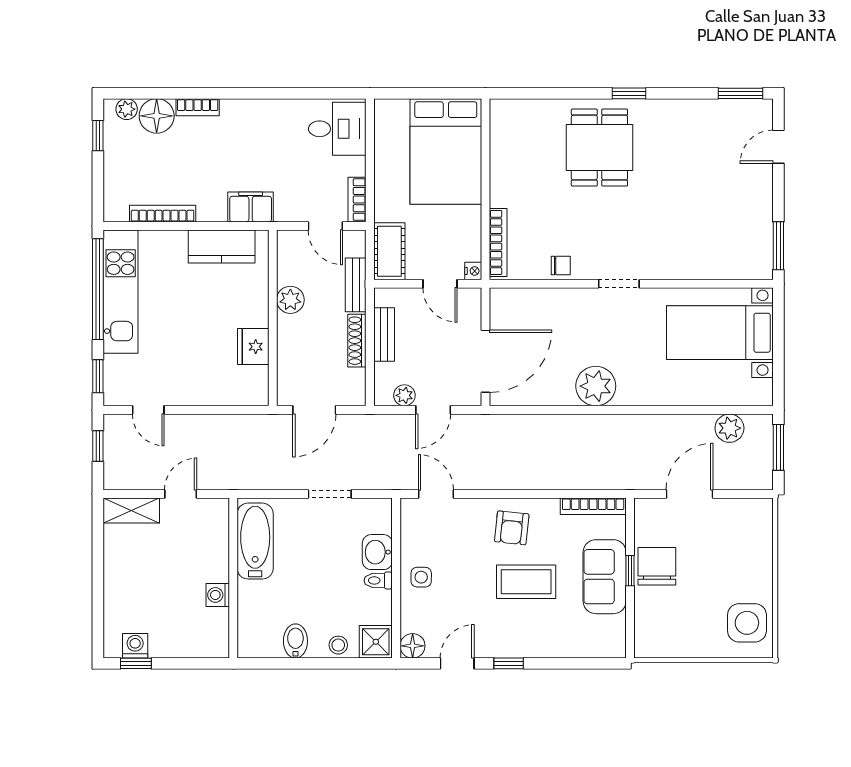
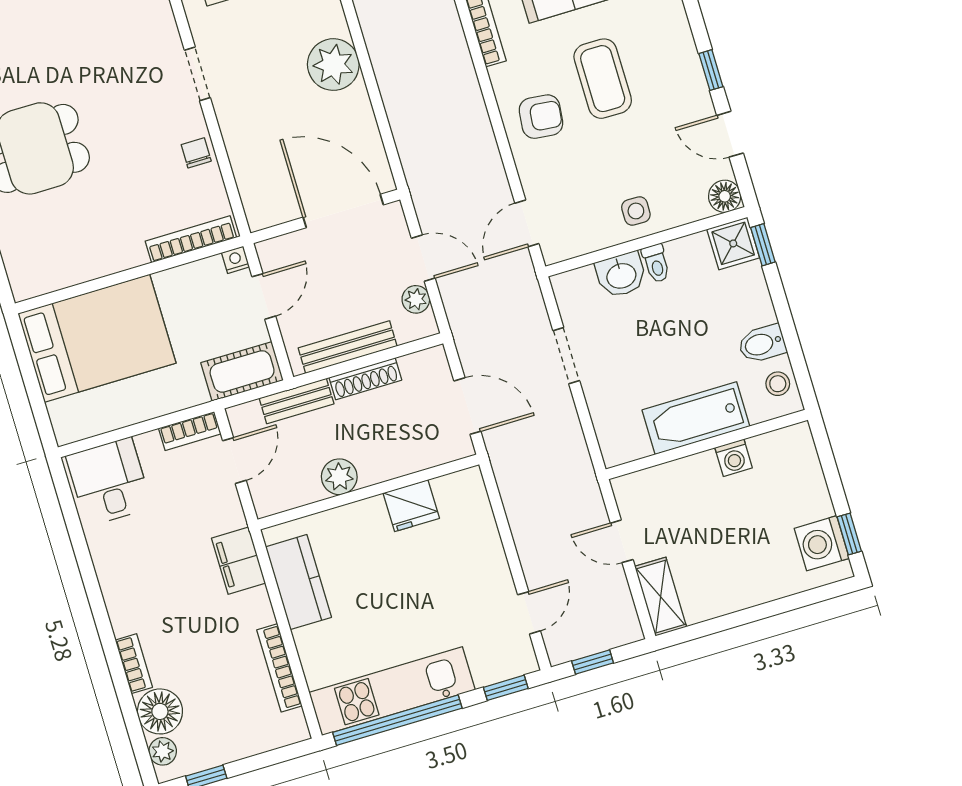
bench: (384, 334) -> (348, 347), width x1.36
bathtub: (255, 541) -> (696, 418), moved
stool: (338, 645) -> (778, 384), moved
washing machine: (135, 646) -> (822, 543), width x1.38, depth x1.38
window: (368, 663) -> (763, 245), added

